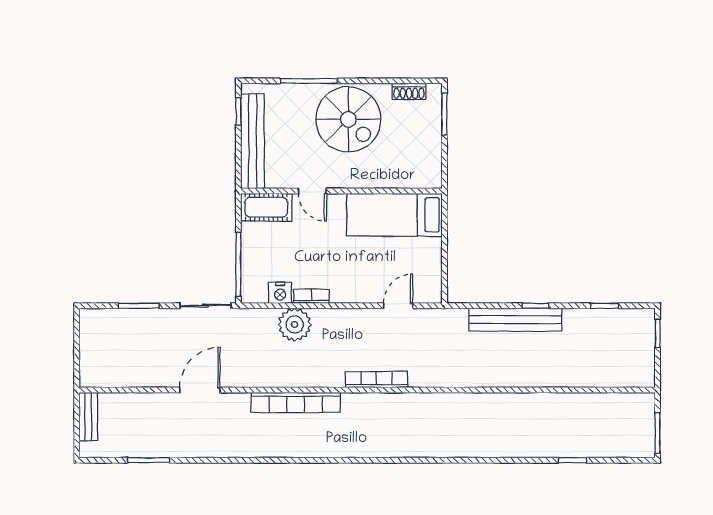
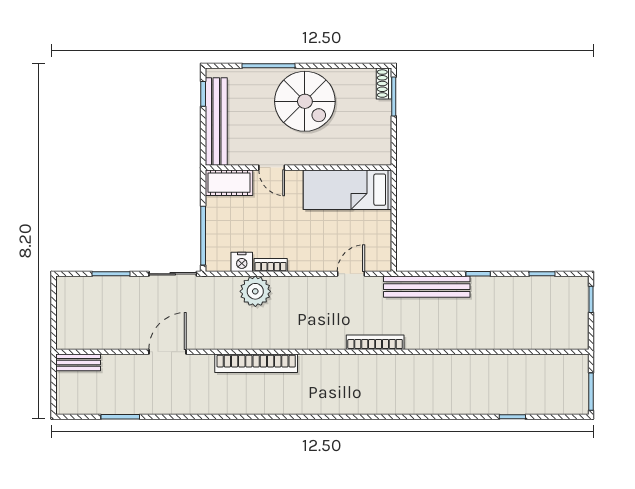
shoe rack: (409, 91) -> (384, 84), moved, turned 90
bench: (515, 320) -> (427, 287), moved
bookcase: (377, 380) -> (375, 342), moved
bench: (88, 416) -> (78, 362), moved, turned 90

